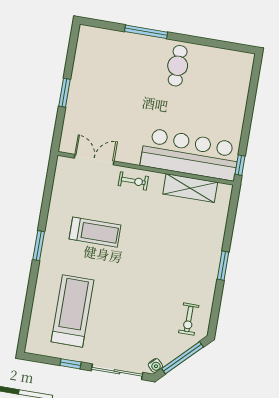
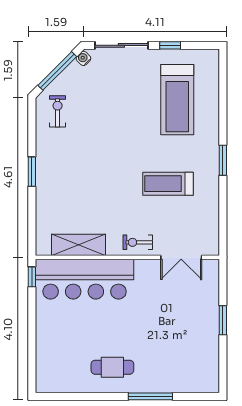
cafe table: (178, 66) -> (112, 367), turned 90

